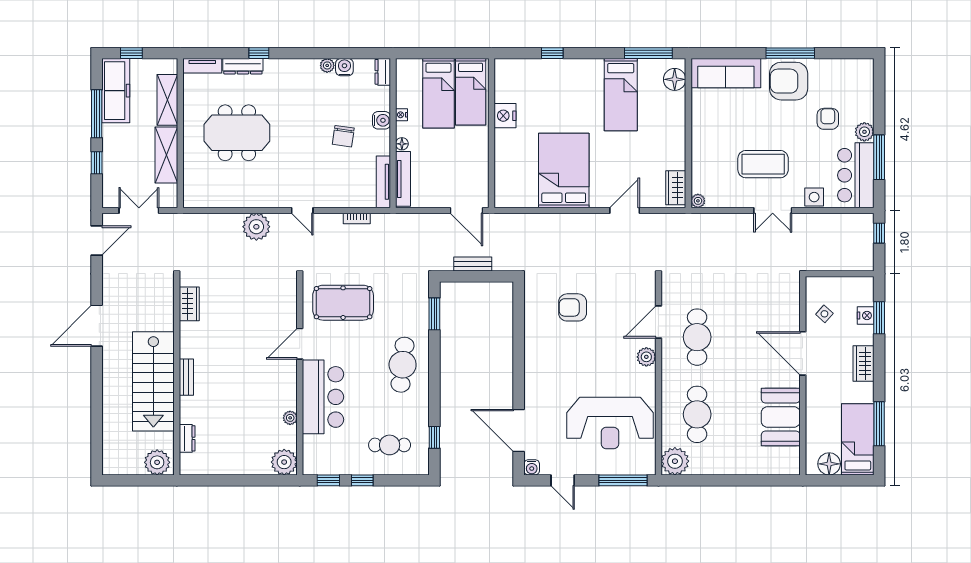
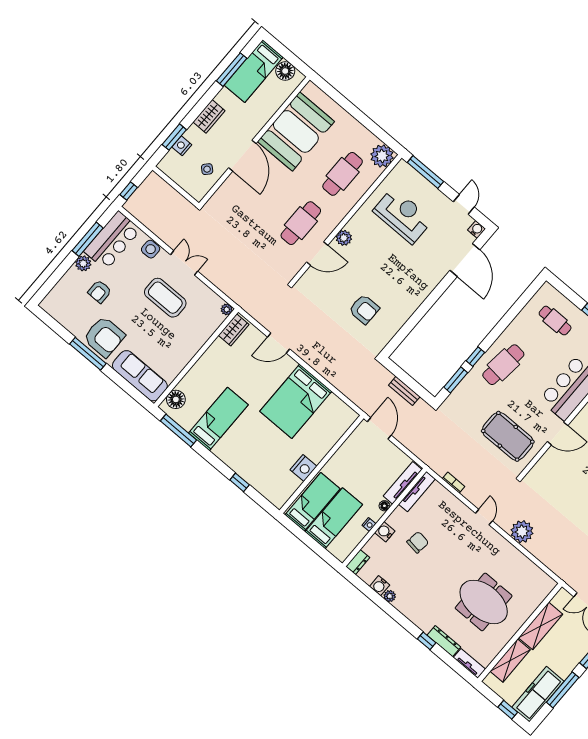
booth: (781, 417) -> (296, 131), width x1.36, depth x1.42
reception desk: (610, 423) -> (403, 215), width x0.74, depth x0.77
window: (434, 437) -> (475, 357), moved

